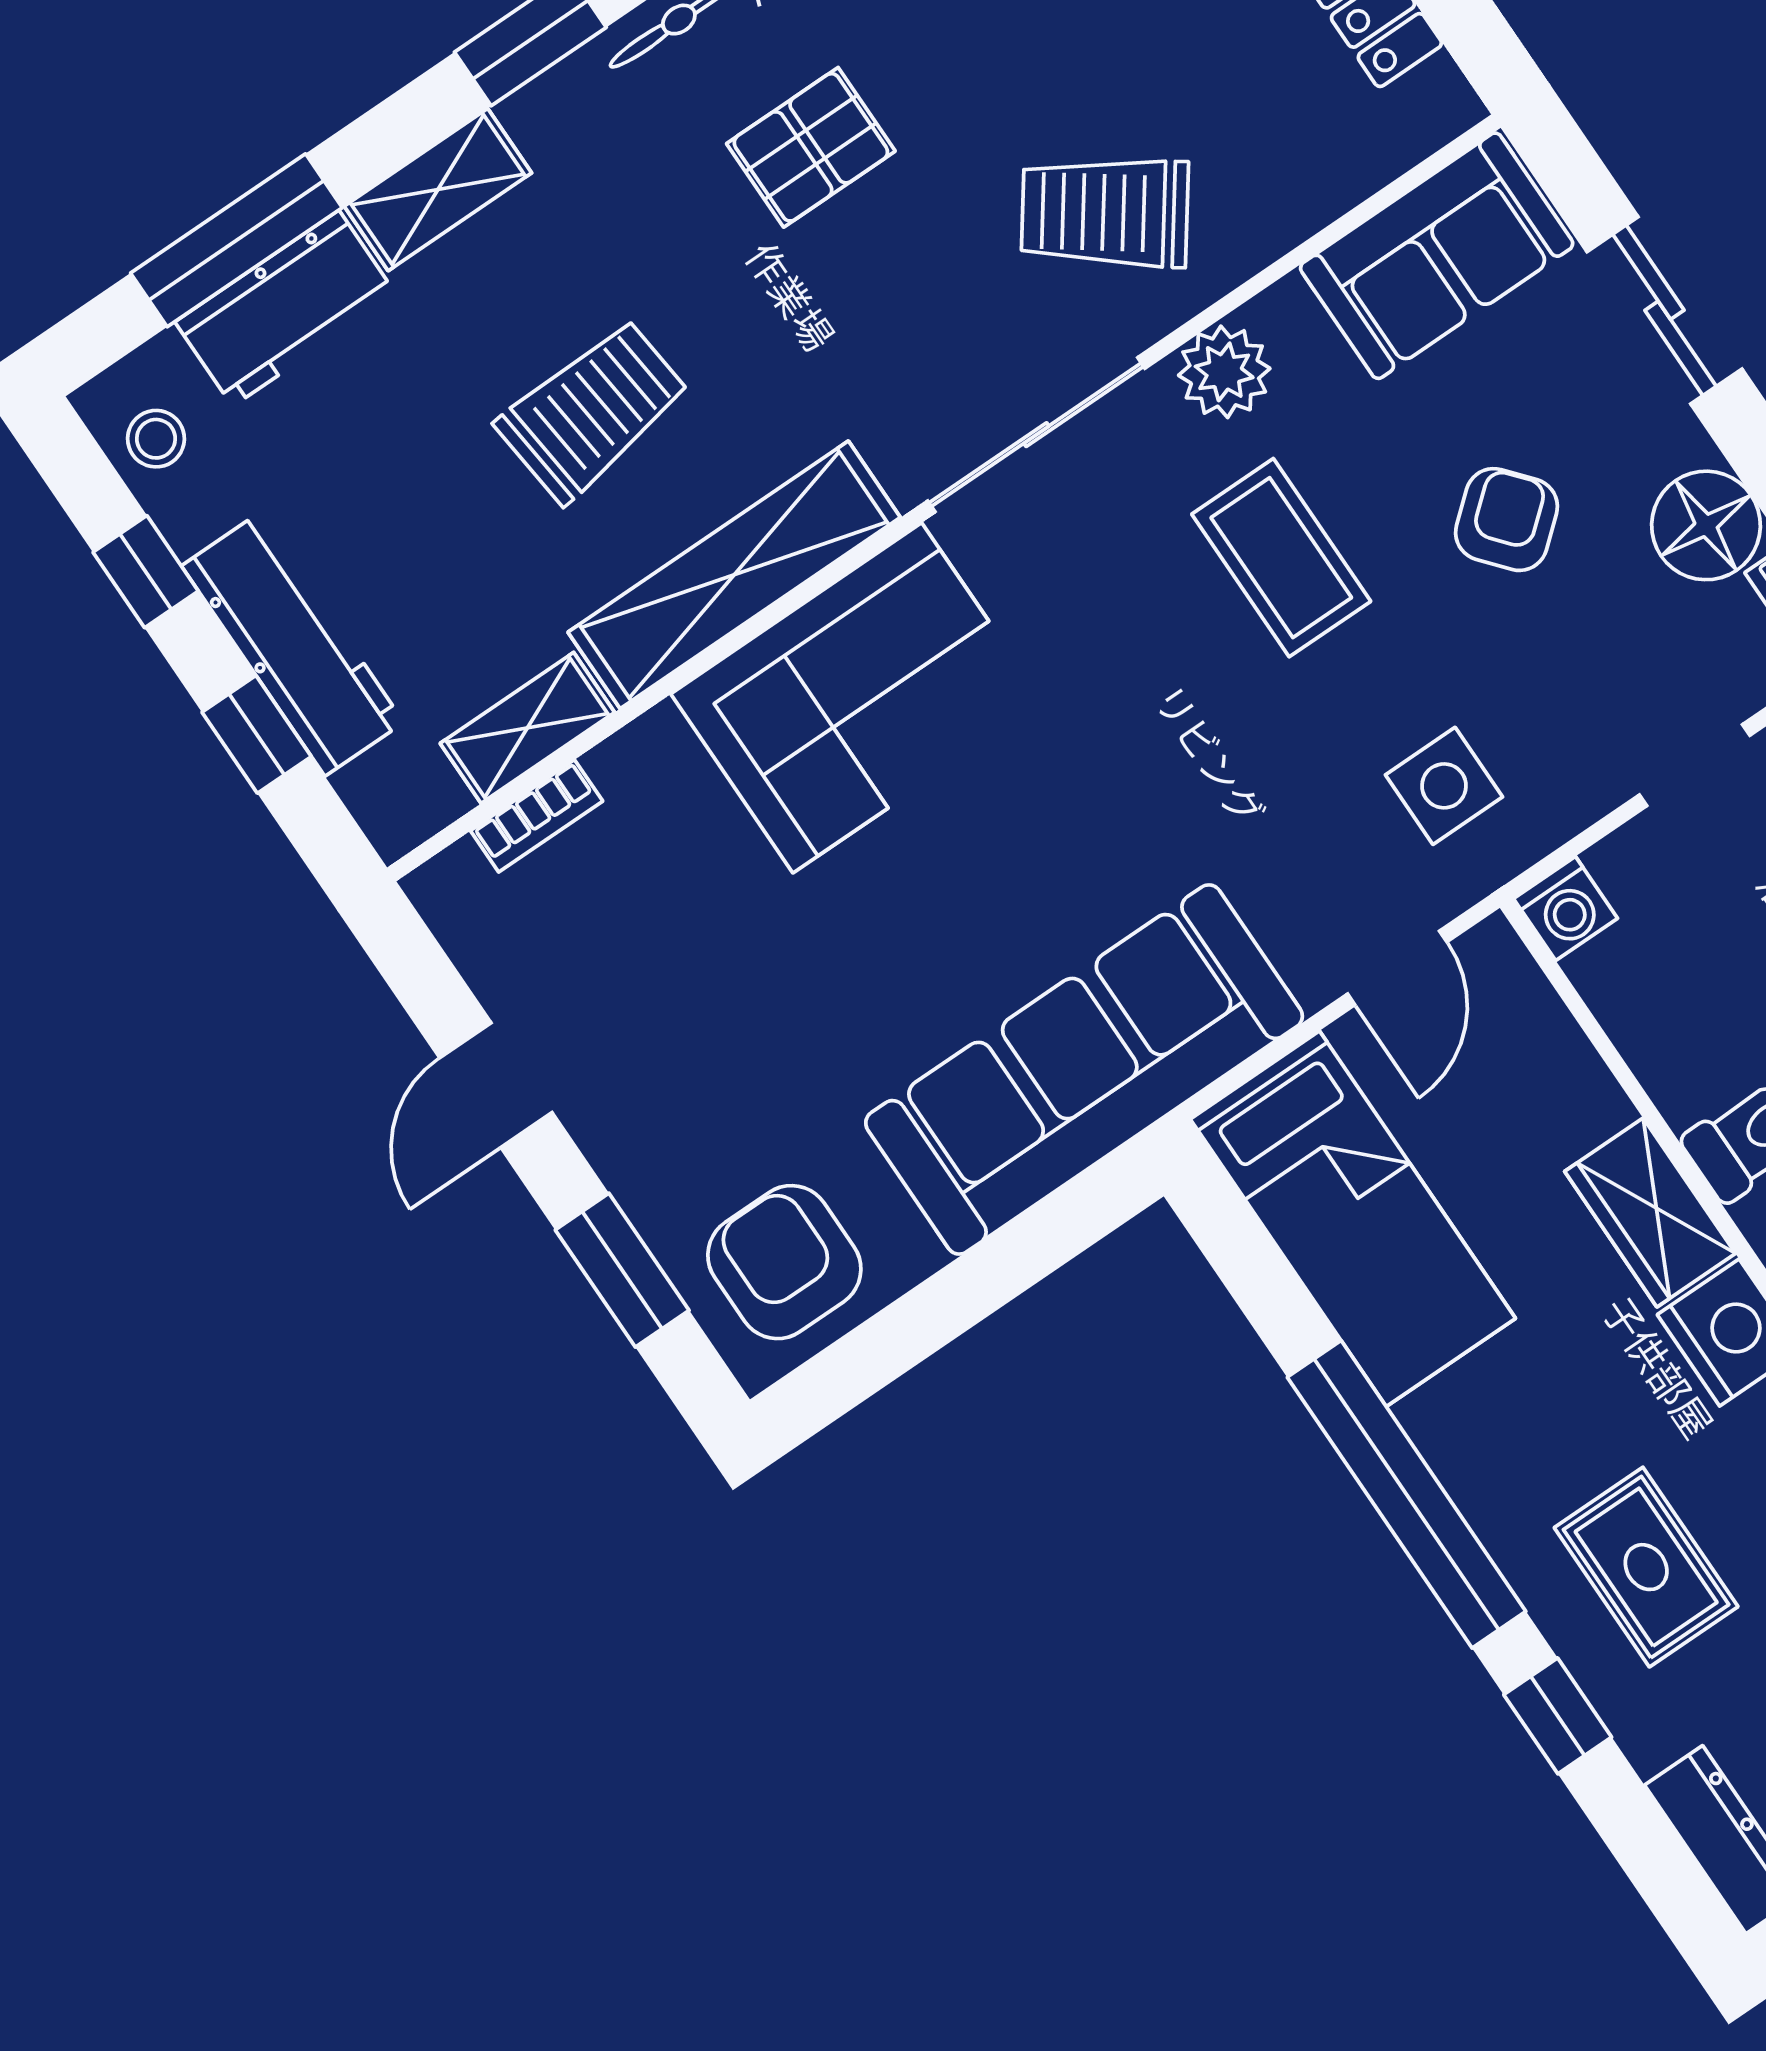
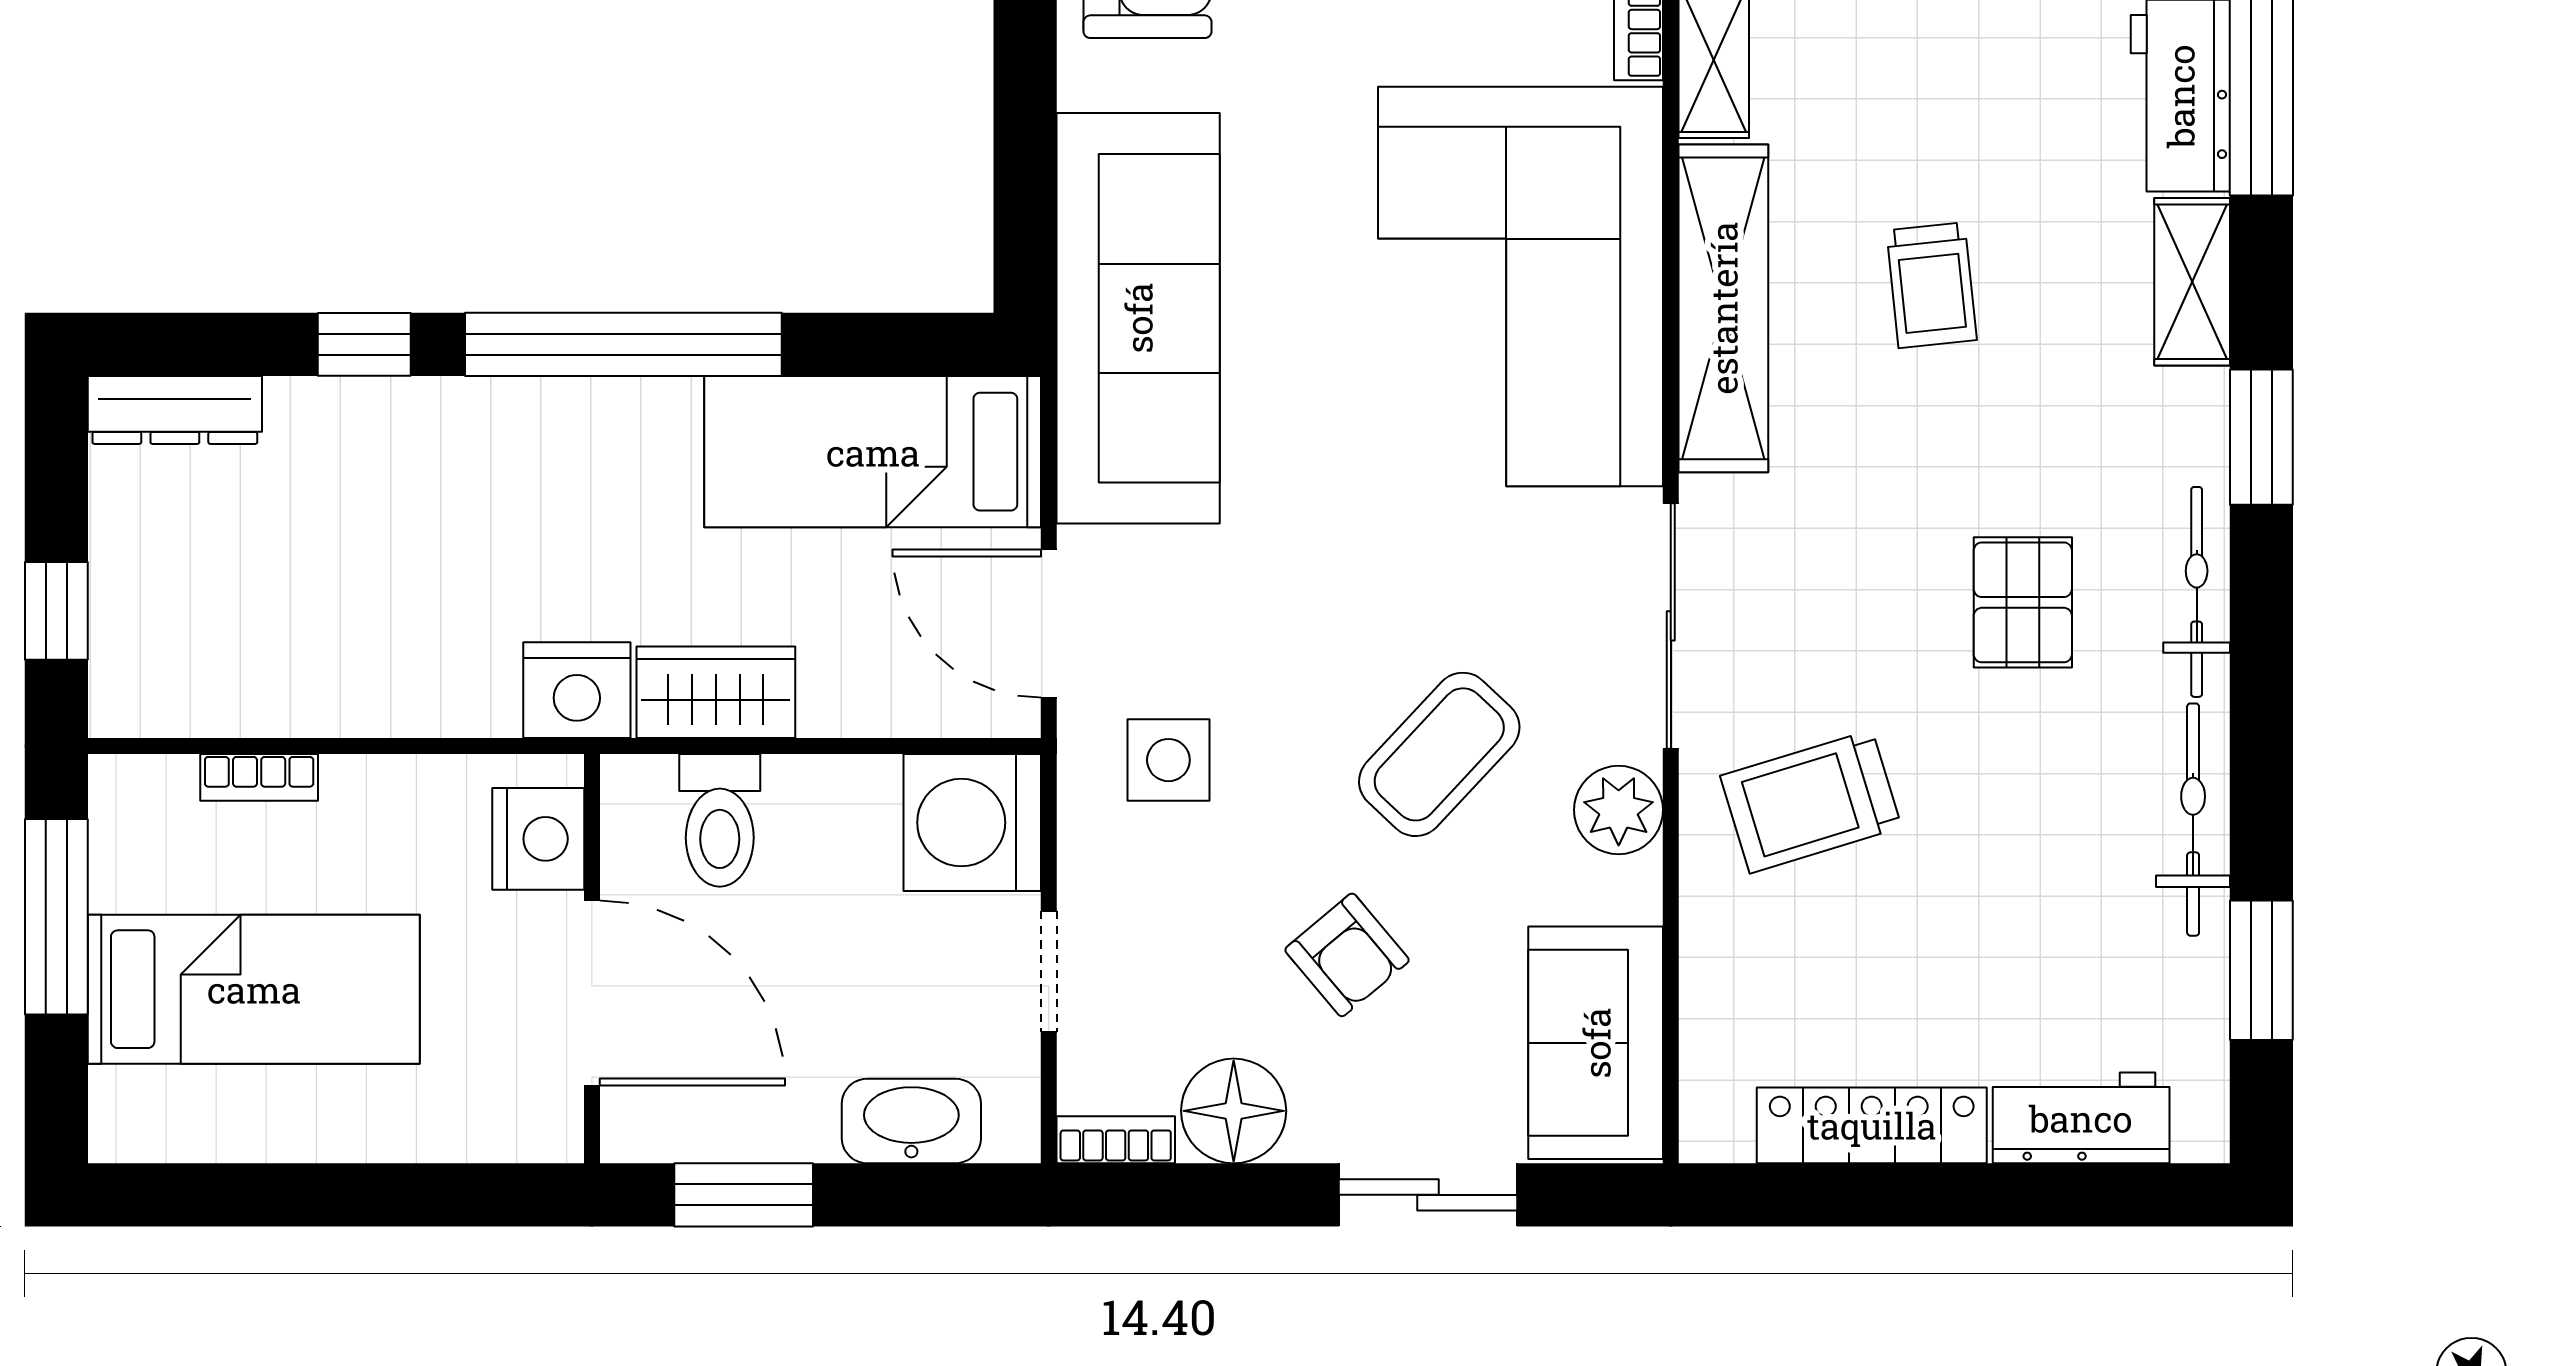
trolley: (1105, 212) -> (1811, 802), turned -143
trolley: (593, 410) -> (1932, 285), width x0.73, depth x0.72
coffee table: (1281, 558) -> (1439, 754), turned -47
corner sofa: (857, 698) -> (1521, 287), width x1.36, depth x1.36
washing machine: (1565, 908) -> (972, 823), width x1.89, depth x1.89
door: (1397, 968) -> (1049, 624), width x1.38
rug: (1646, 1567) -> (435, 496), removed

